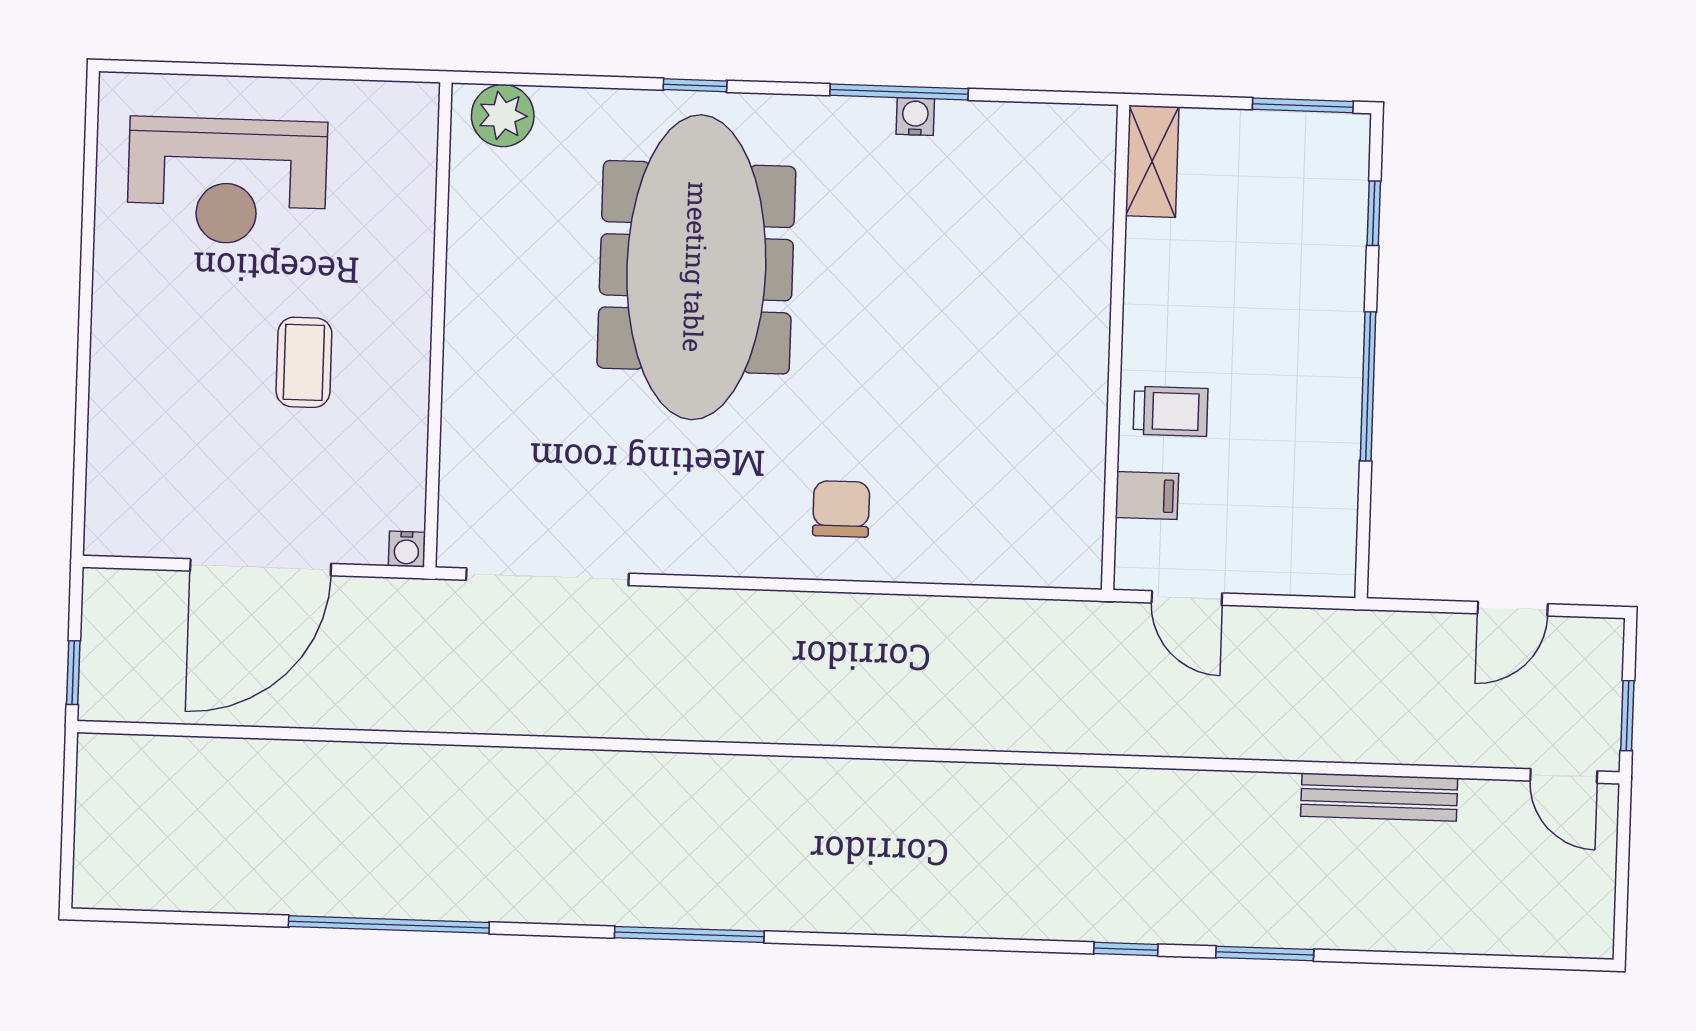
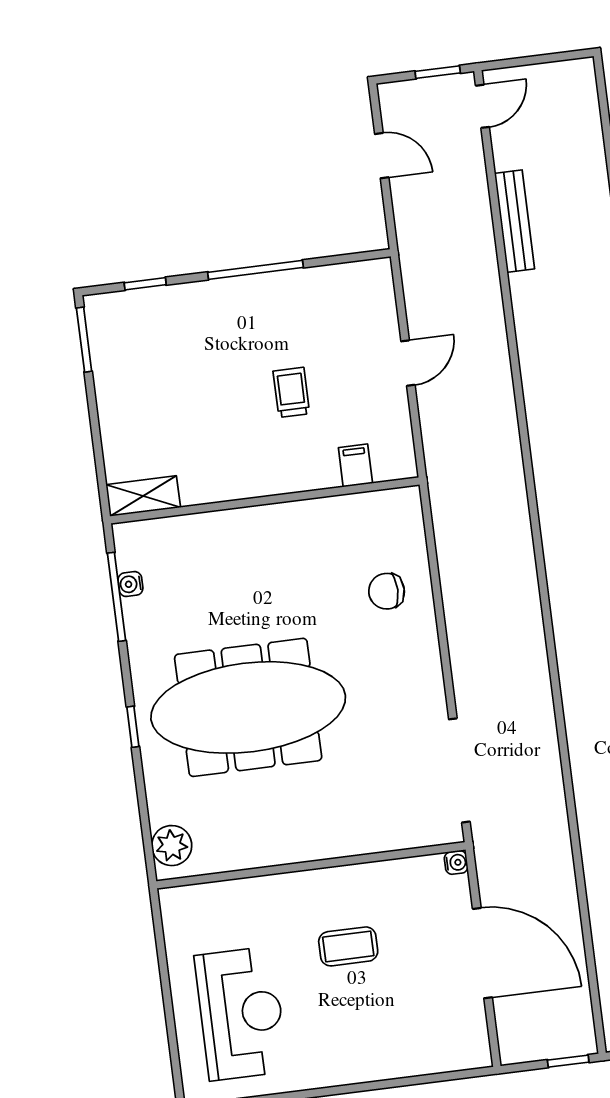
shelving: (1152, 161) -> (143, 496), moved
wall: (1116, 347) -> (265, 500), moved
filing cabinet: (1147, 496) -> (355, 465), moved

